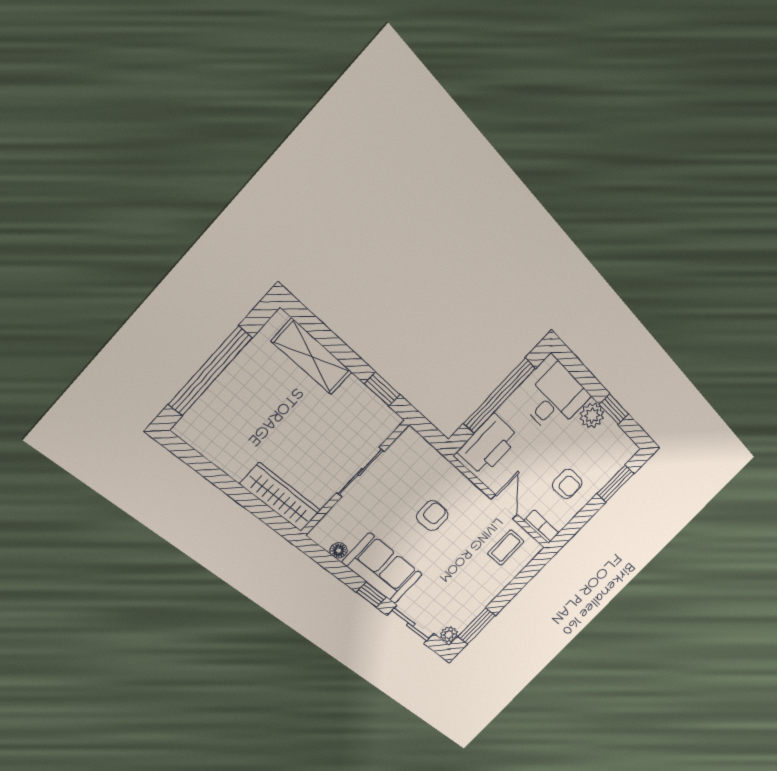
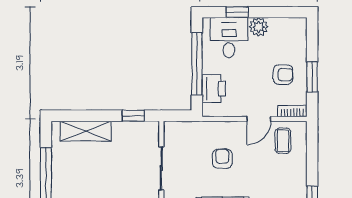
window: (614, 409) -> (237, 12), moved
printer: (488, 445) -> (214, 89), width x0.73, depth x0.84
window: (615, 484) -> (312, 77), moved
door: (504, 507) -> (259, 119), swing flipped

